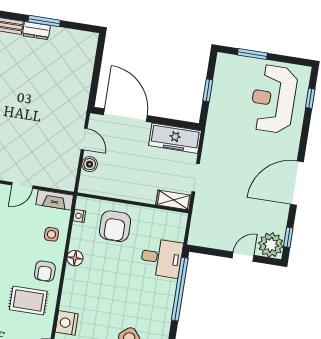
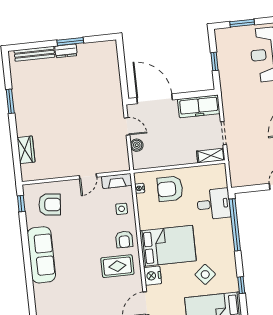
armchair: (115, 226) -> (170, 189), turned 90
floor lamp: (75, 258) -> (145, 223), removed
bed: (94, 293) -> (168, 246), added

